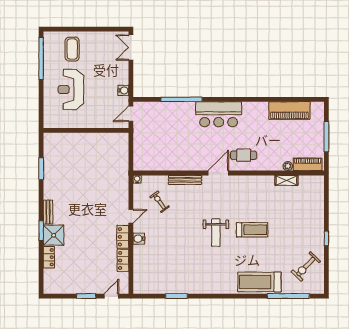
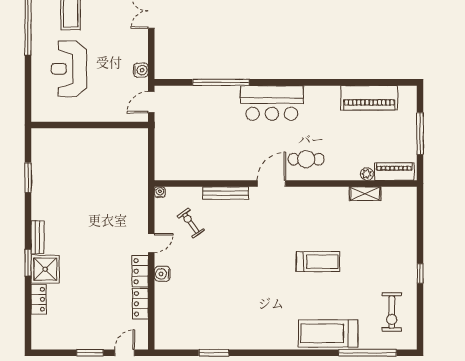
weight bench: (216, 233) -> (268, 266), removed
exercise bike: (306, 267) -> (392, 312), turned -44

